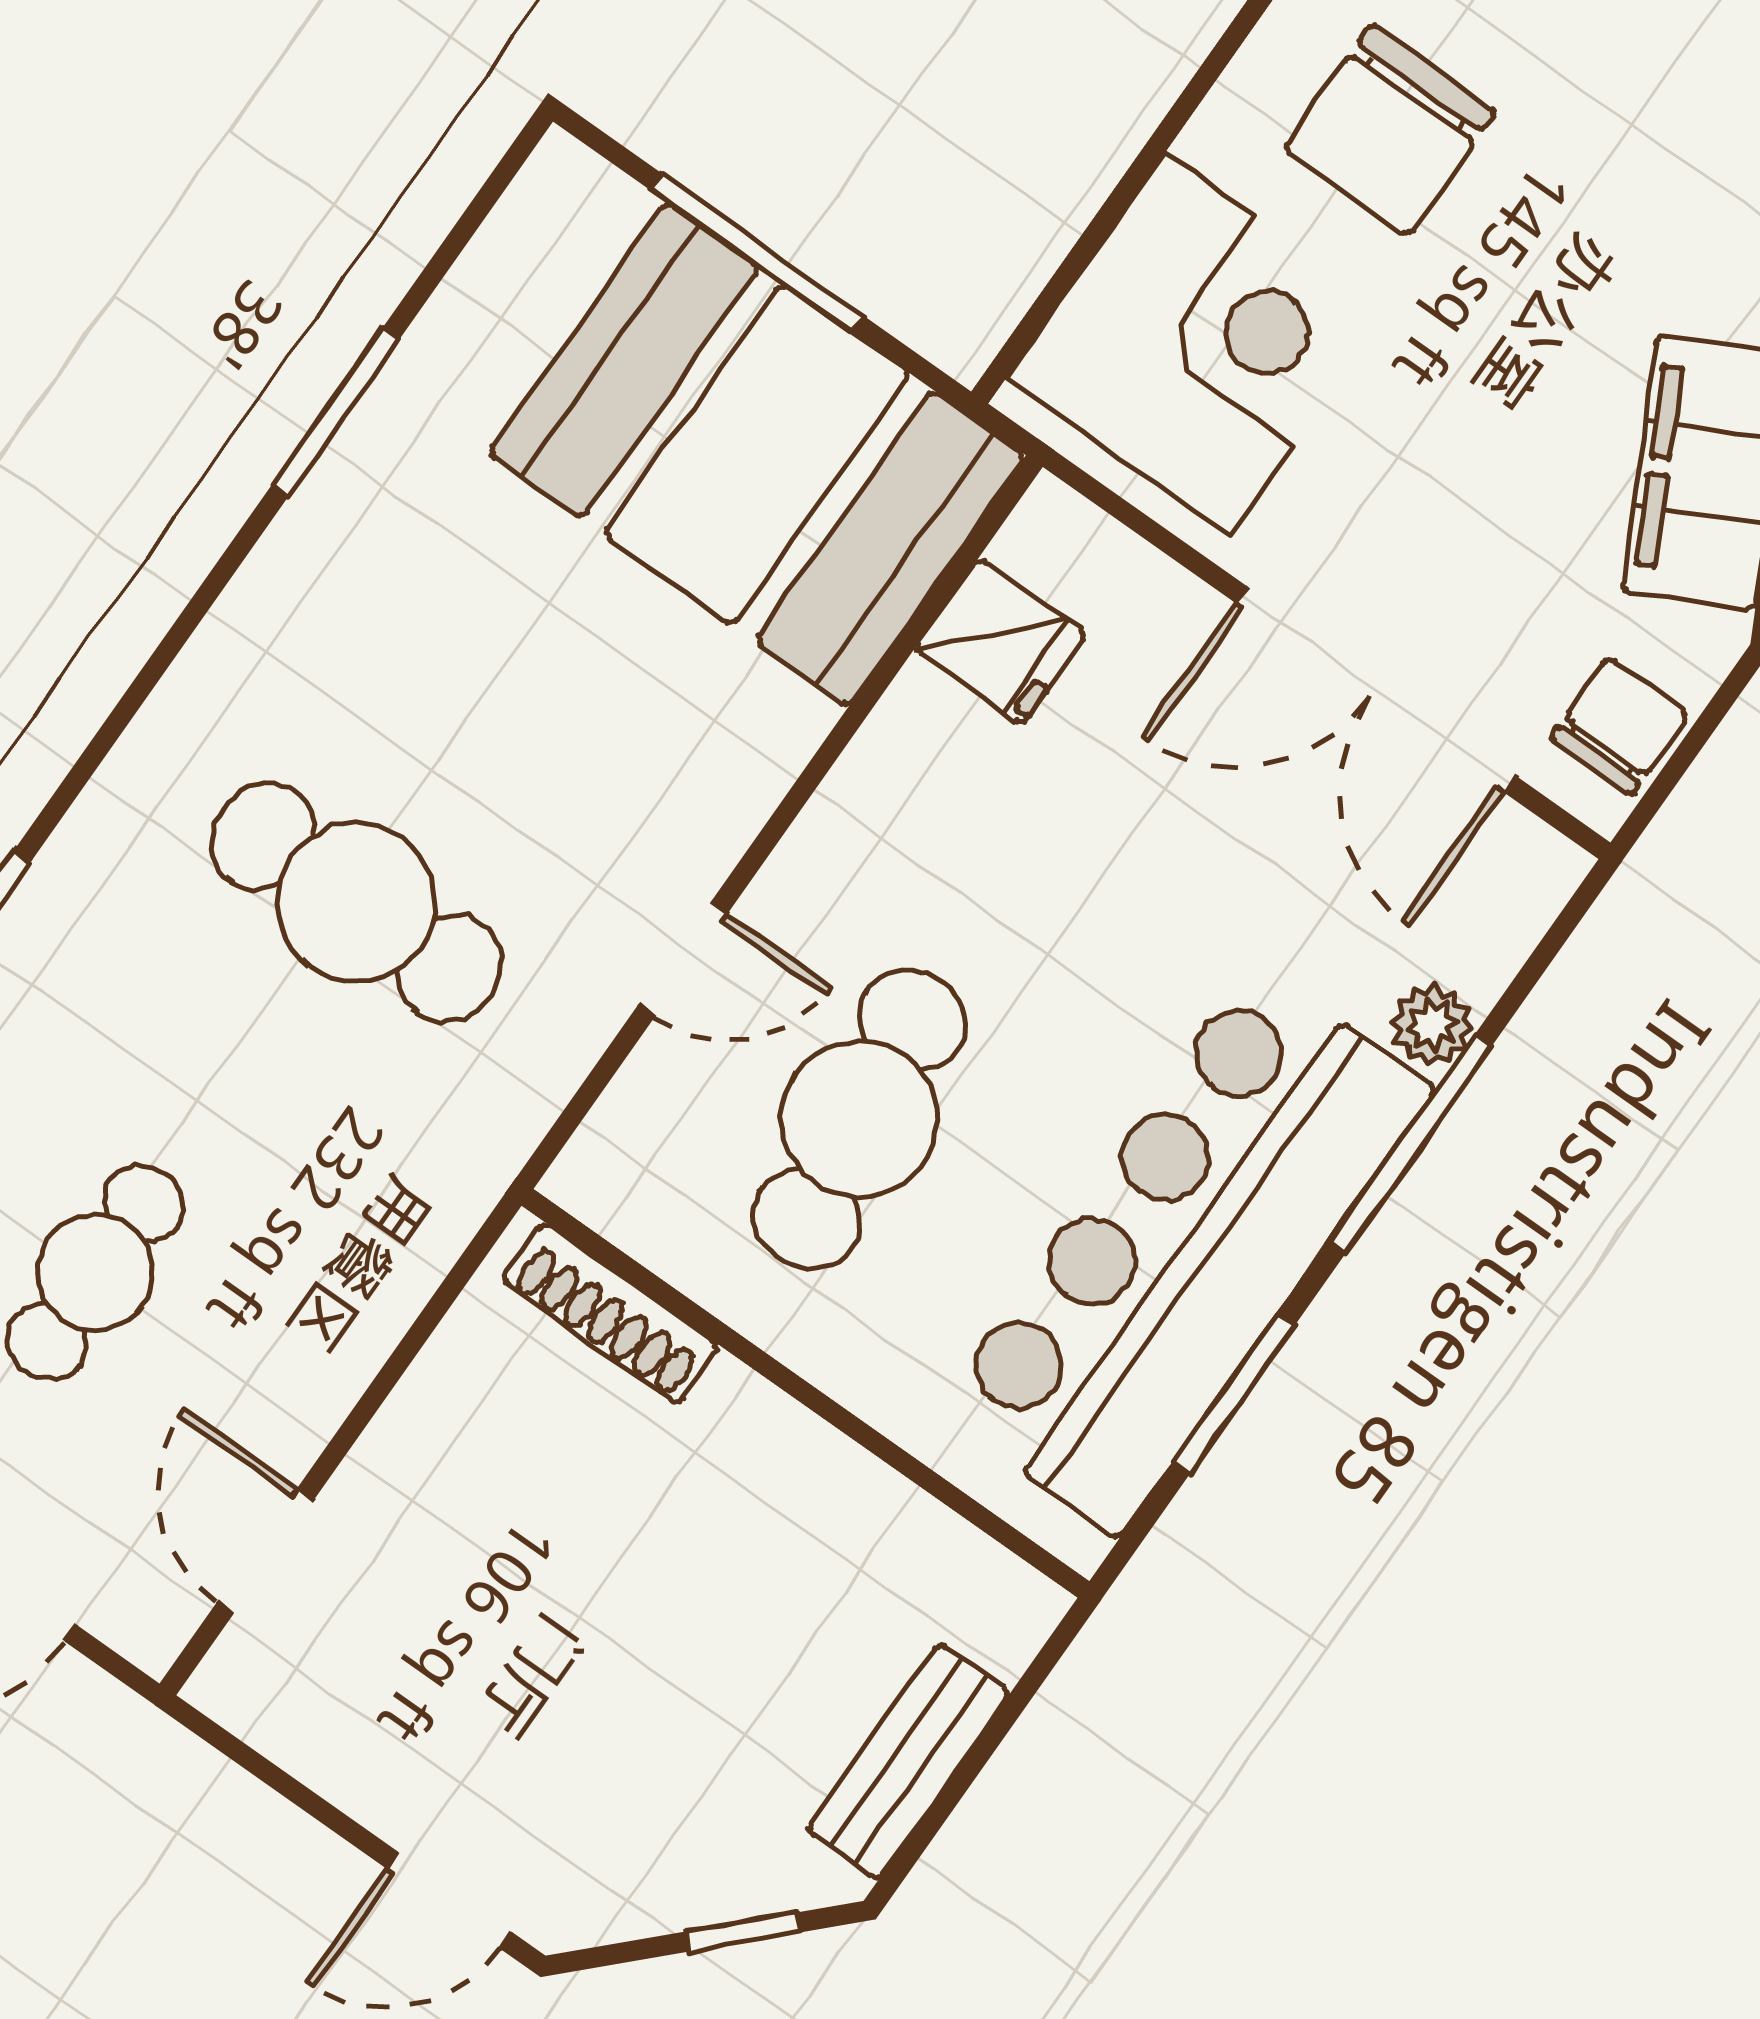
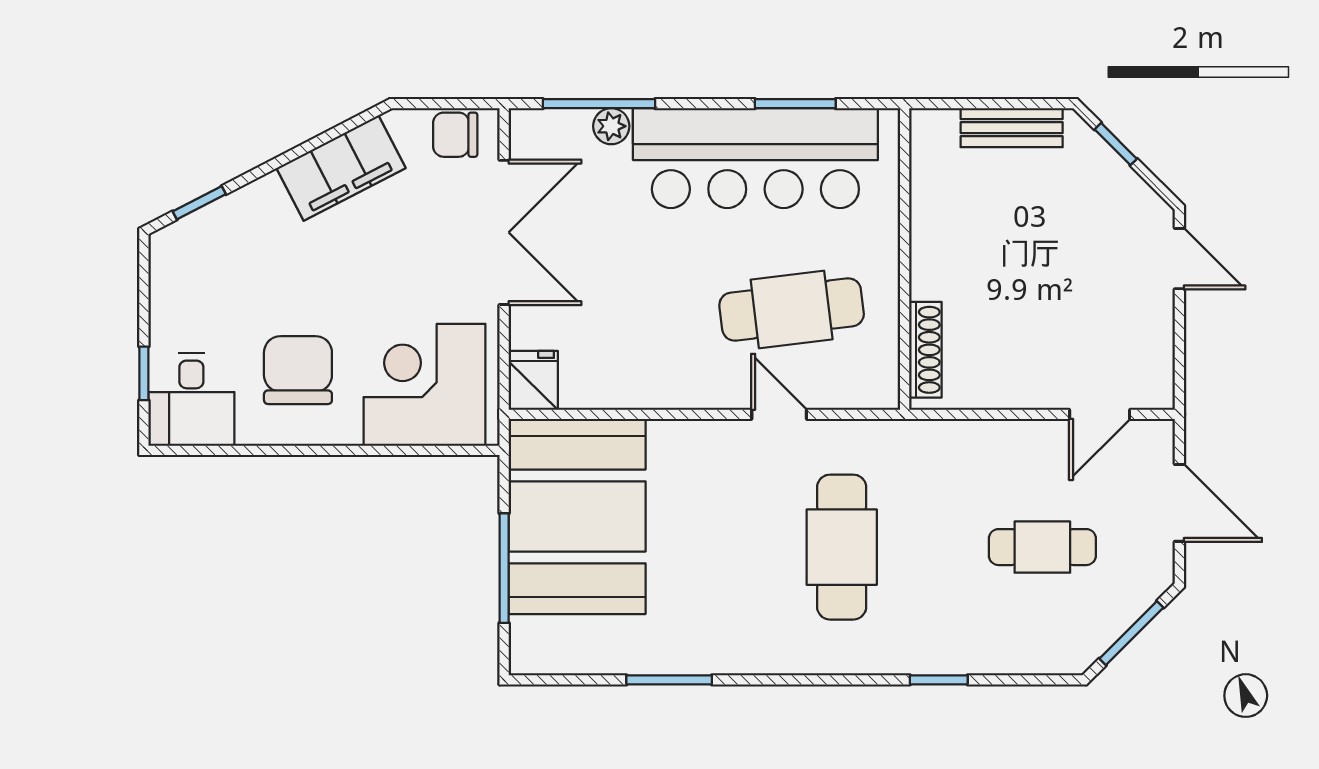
chair: (1390, 130) -> (298, 370), turned -90
fridge: (1001, 642) -> (533, 380), moved
window: (1410, 1144) -> (599, 104), moved

